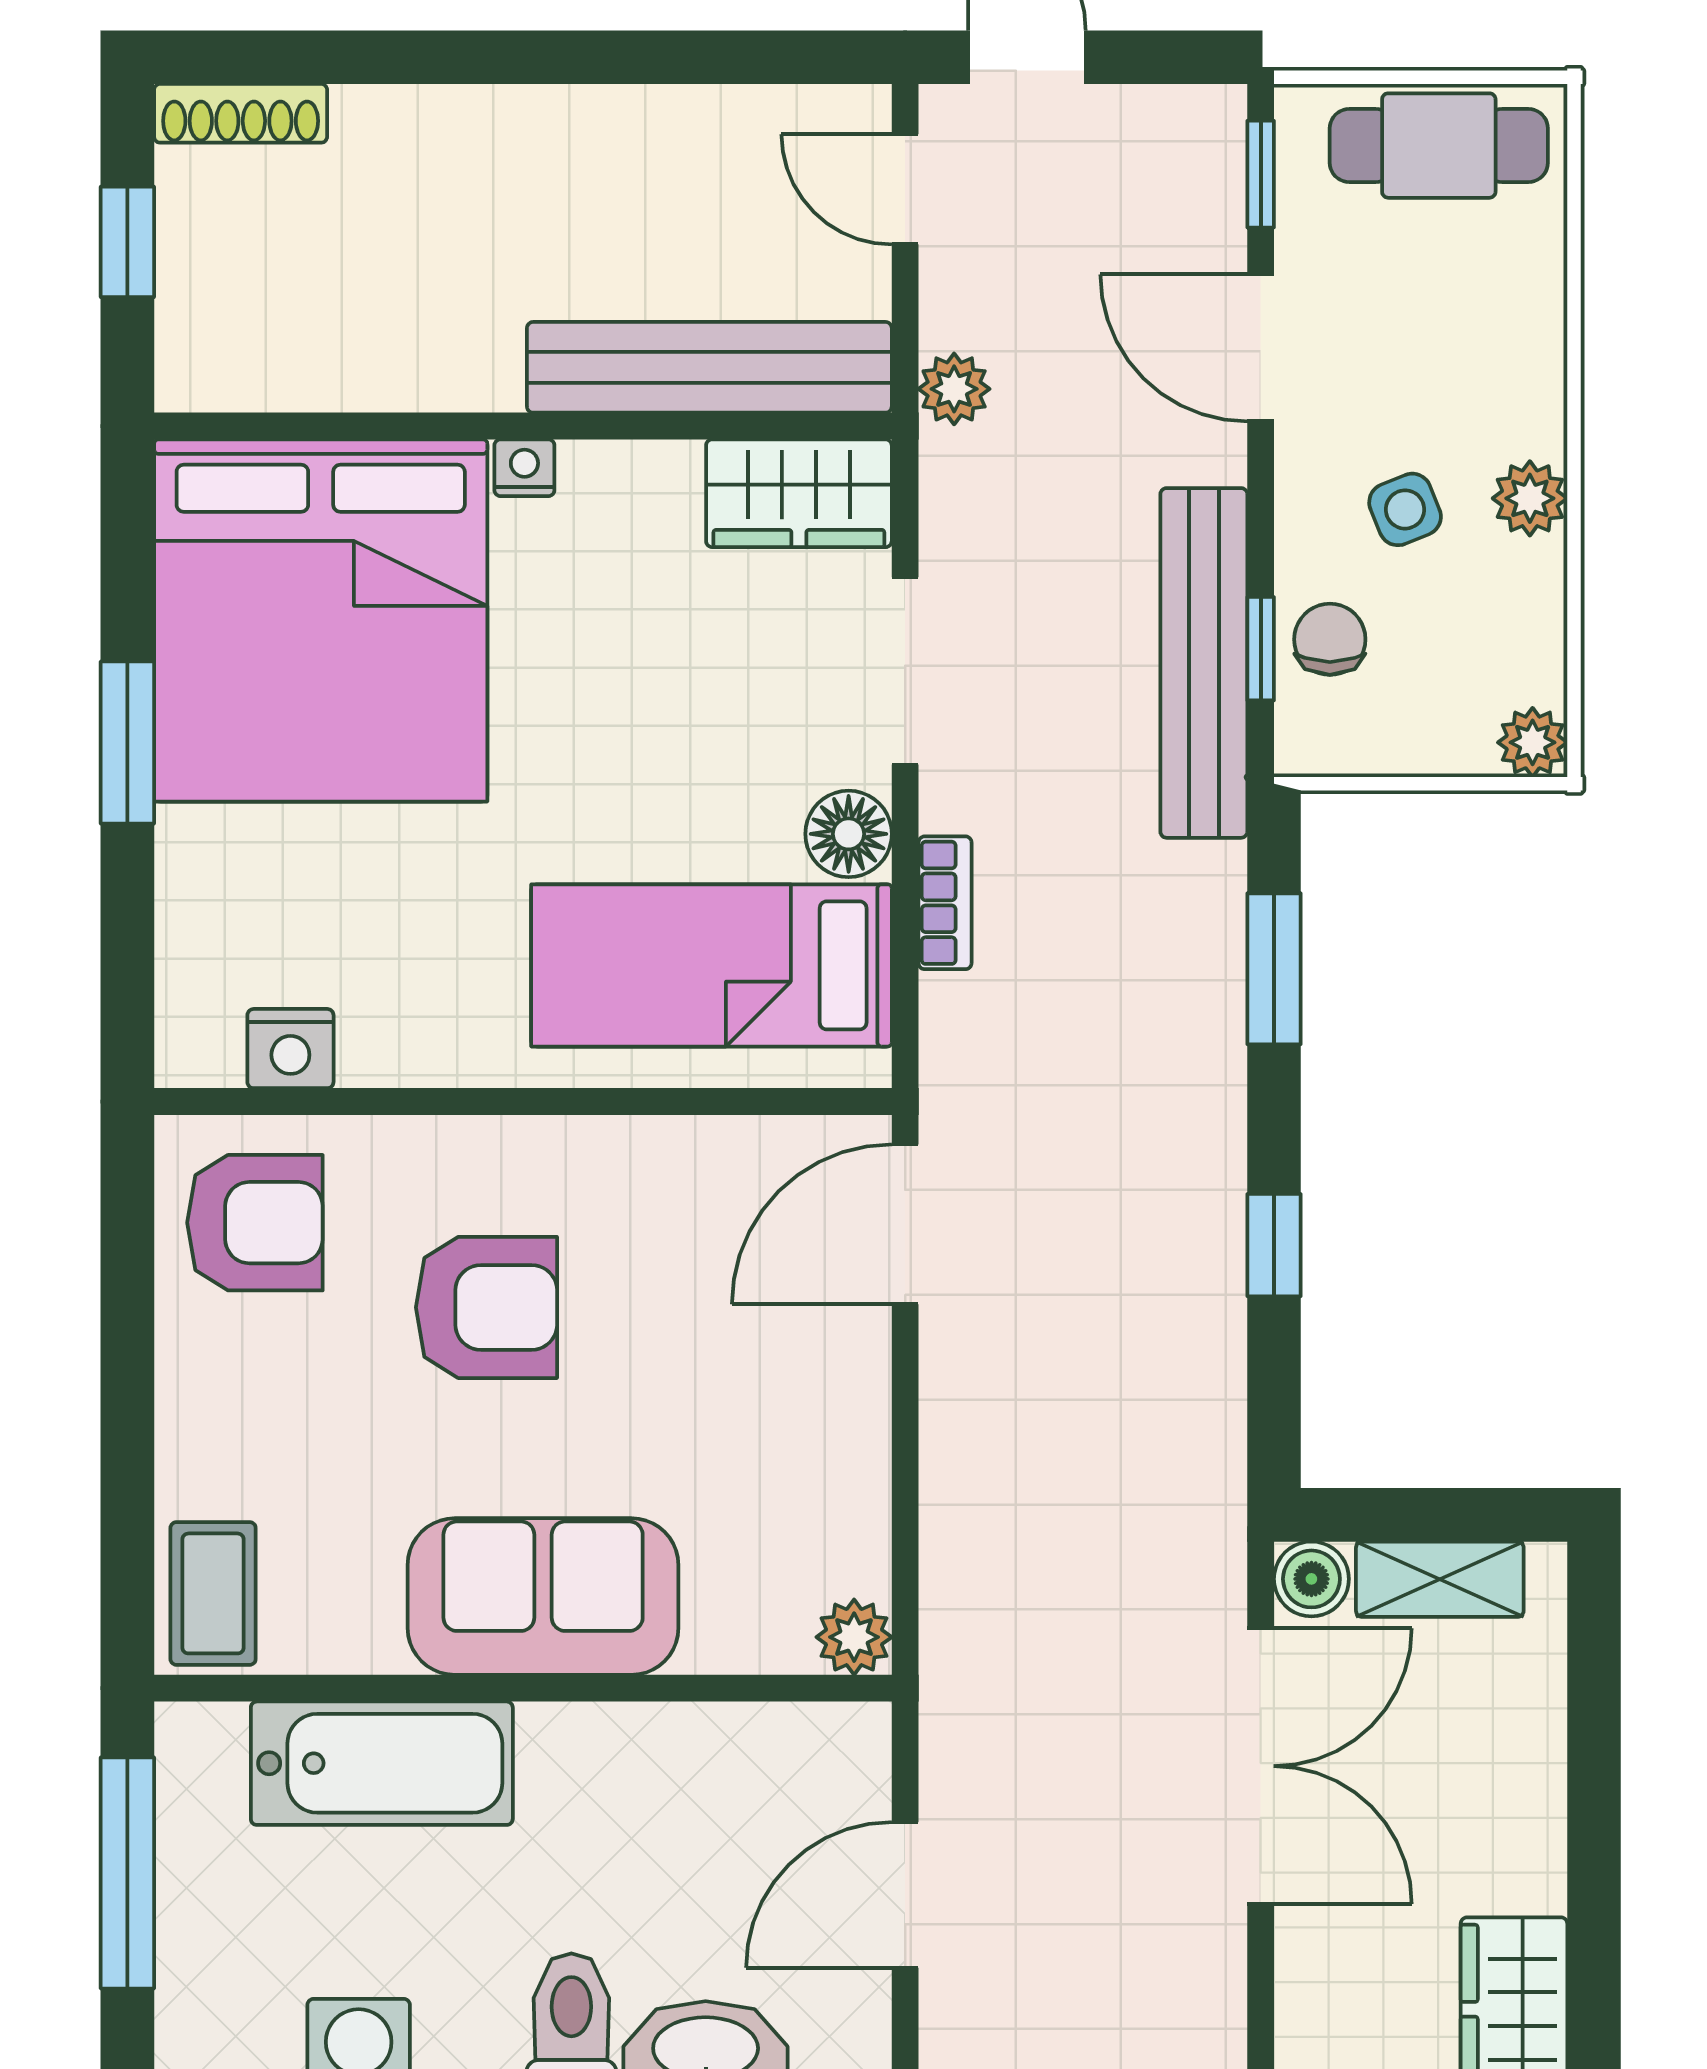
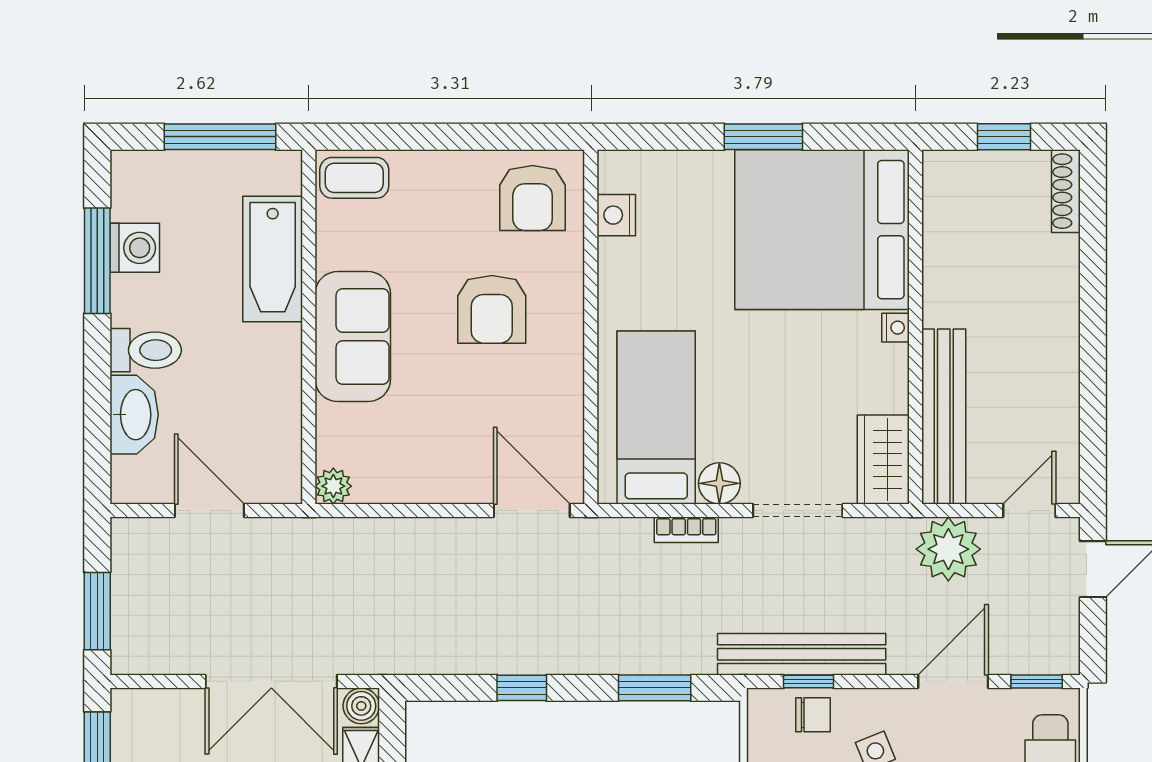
plant: (954, 389) -> (948, 549), width x1.88, depth x1.88

